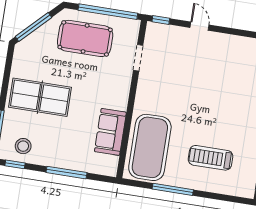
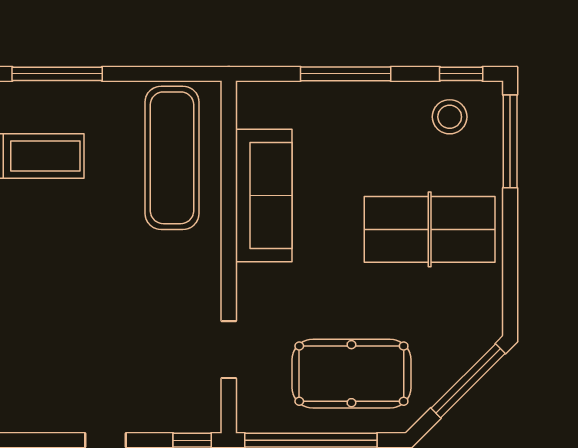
sofa: (110, 132) -> (264, 195), width x1.36
exercise mat: (150, 147) -> (172, 158), width x0.68
window: (173, 189) -> (57, 74), moved

